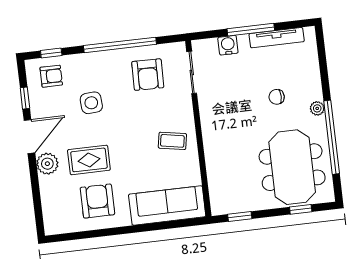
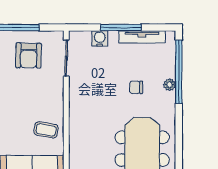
plant: (317, 108) -> (169, 85), moved
window: (332, 137) -> (179, 72), moved
coffee table: (172, 141) -> (46, 130), moved

